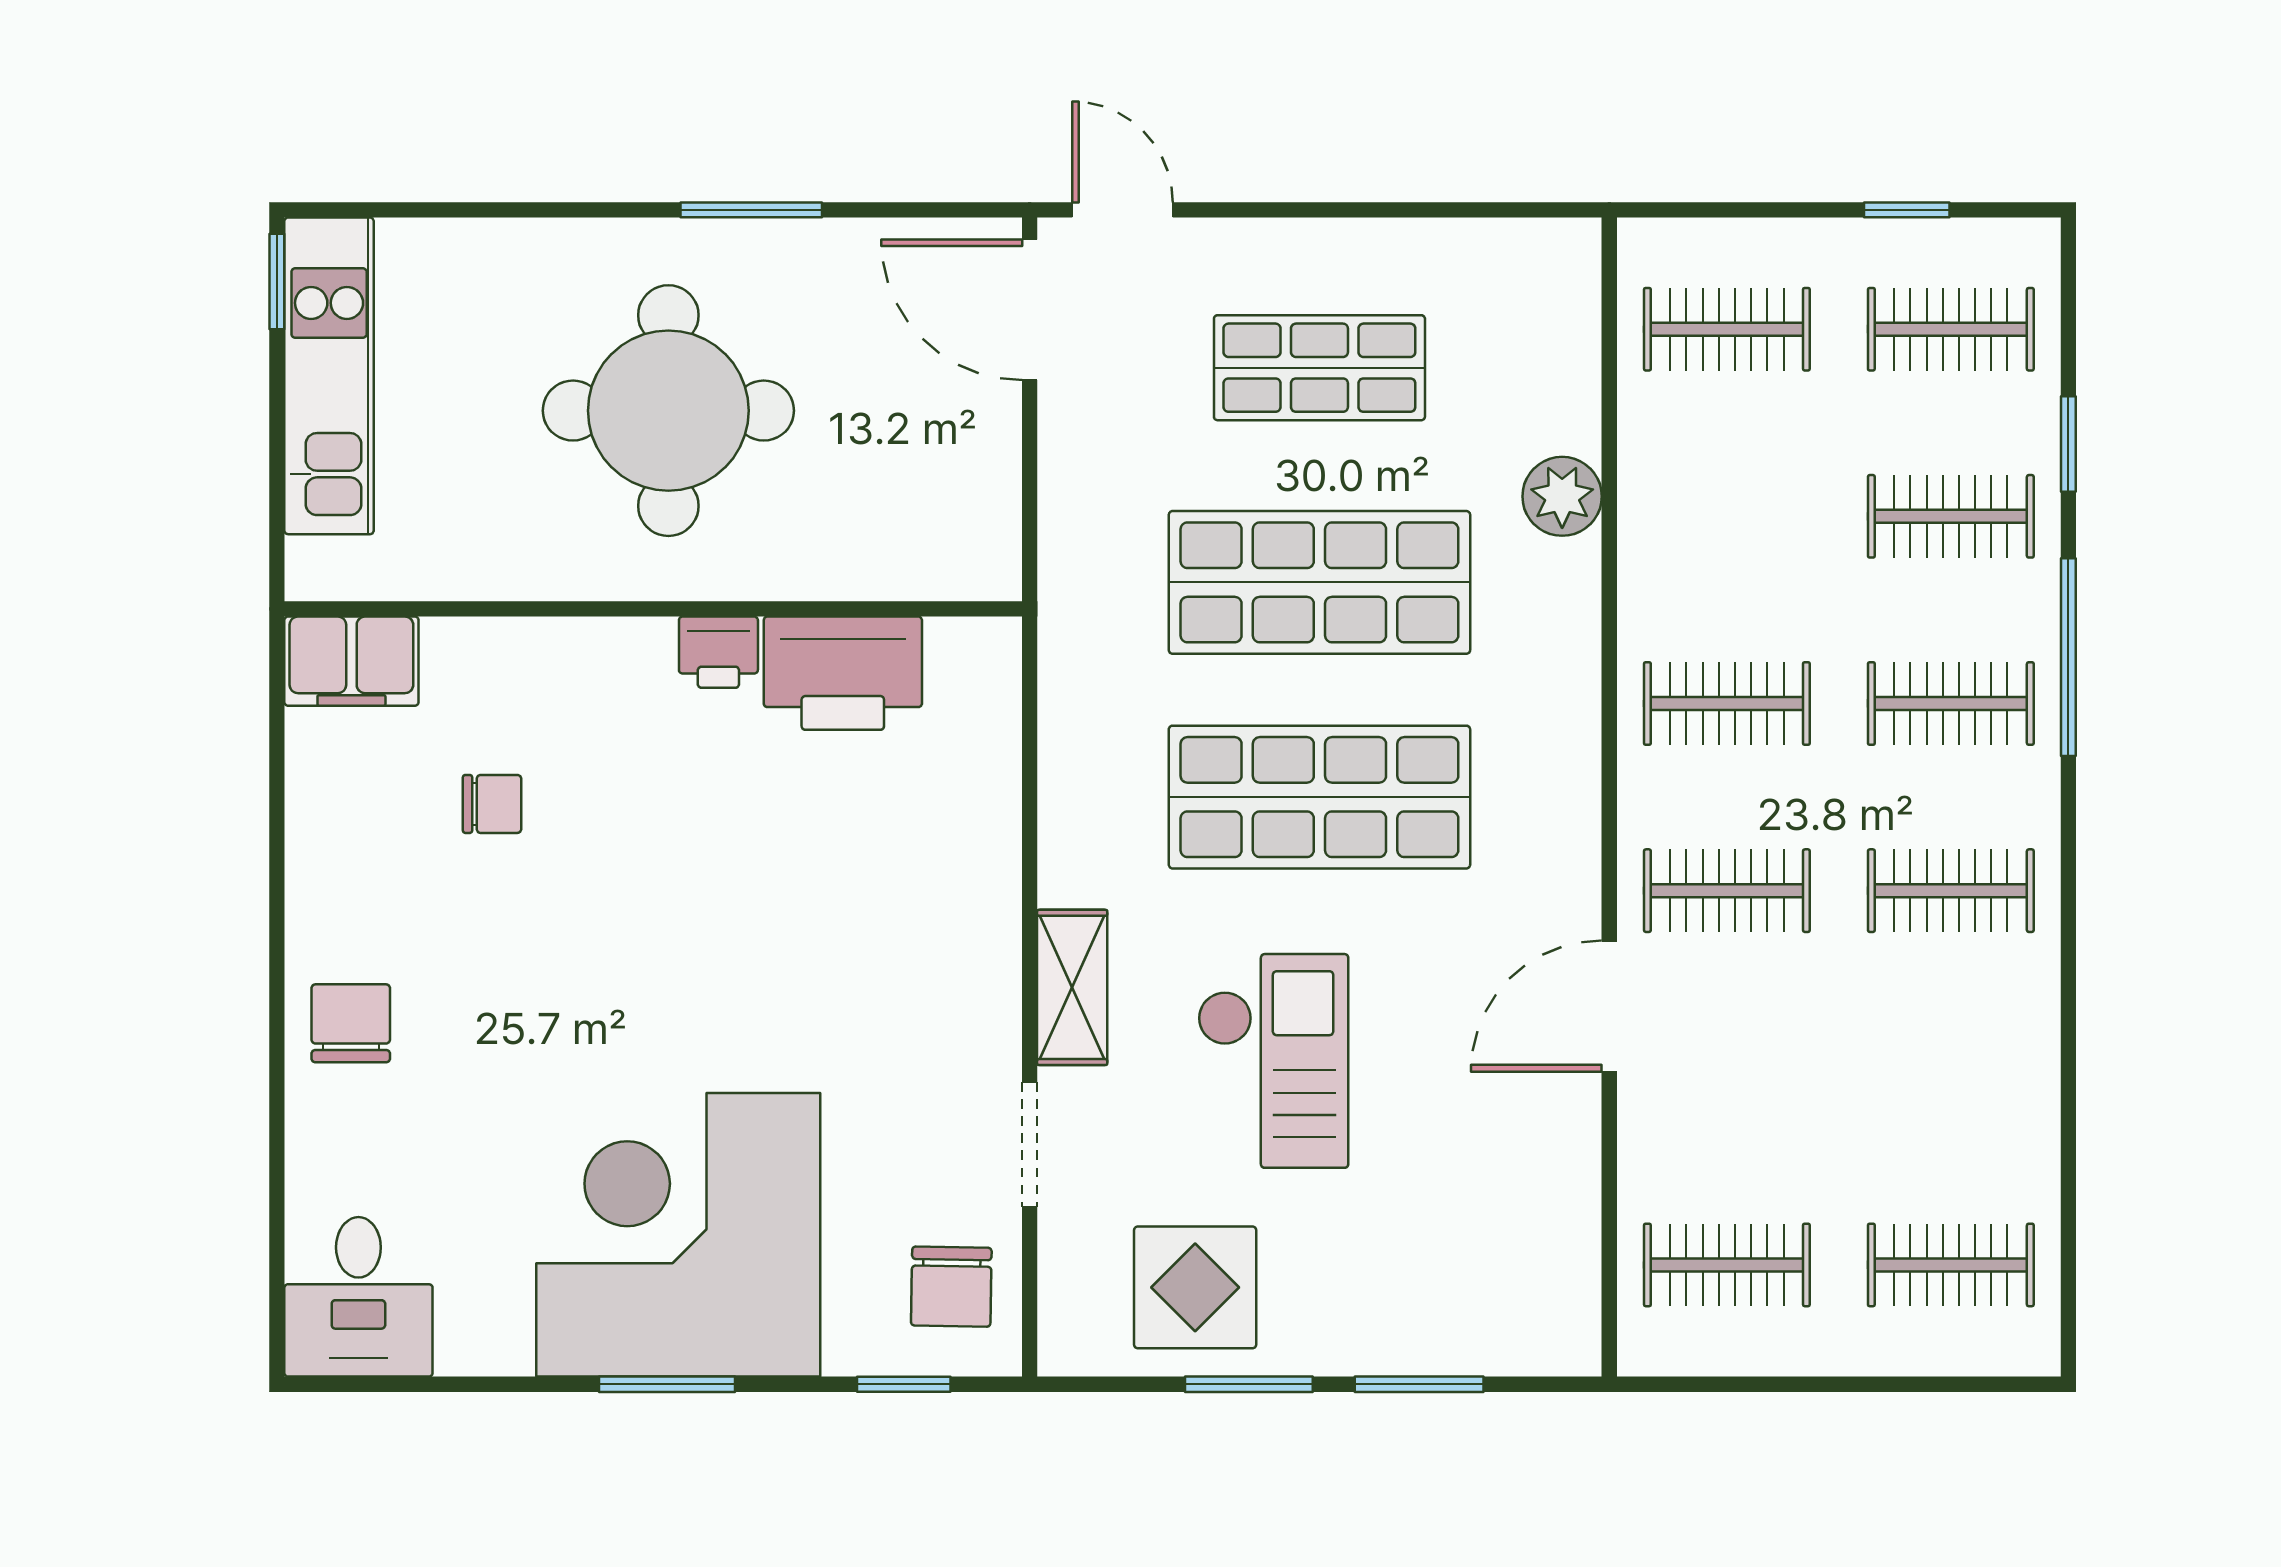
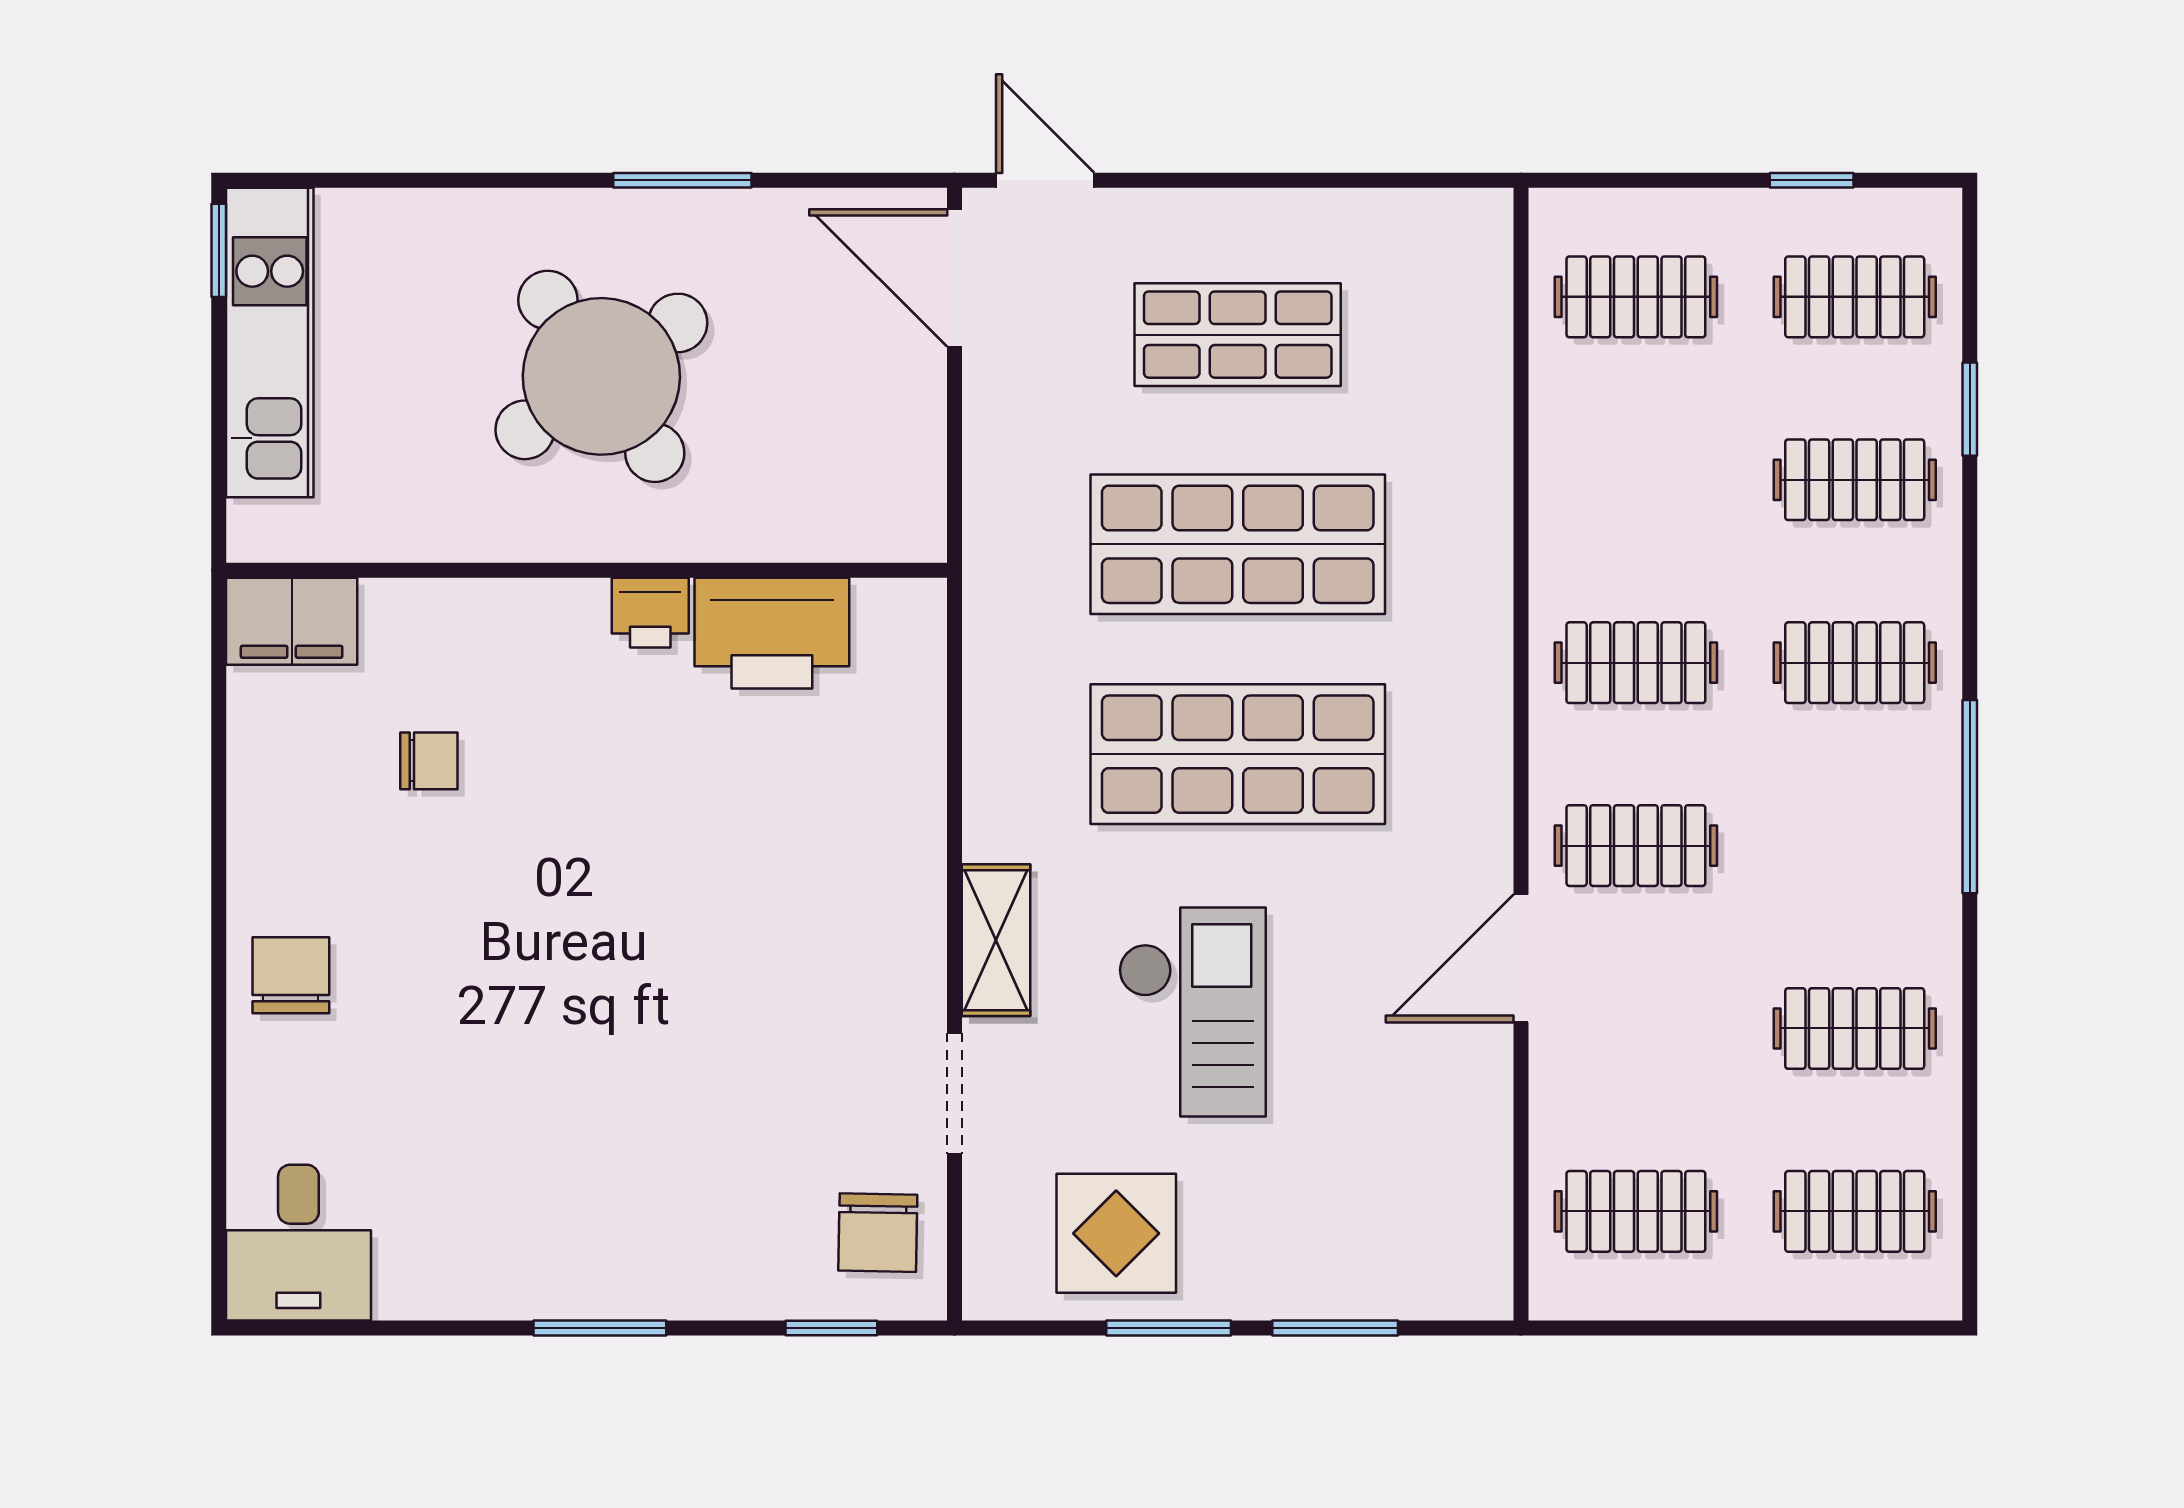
round table: (668, 411) -> (601, 376), turned -35
plant: (1562, 496) -> (1475, 460), removed
window: (2068, 657) -> (1970, 797), moved
clothes rail: (1951, 891) -> (1855, 1028), moved
corner desk: (678, 1235) -> (611, 1182), removed

